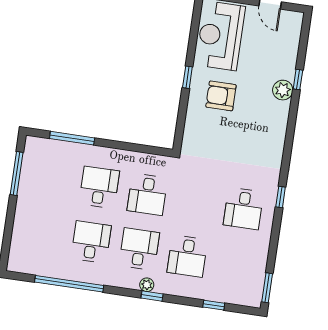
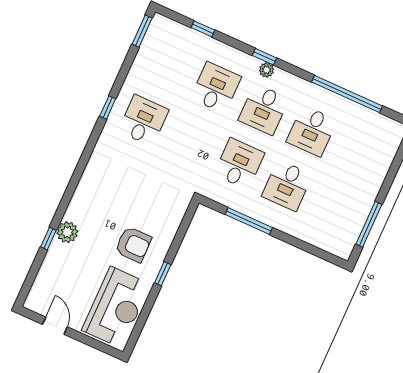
window: (72, 138) -> (249, 221), moved
window: (281, 197) -> (108, 107), moved

